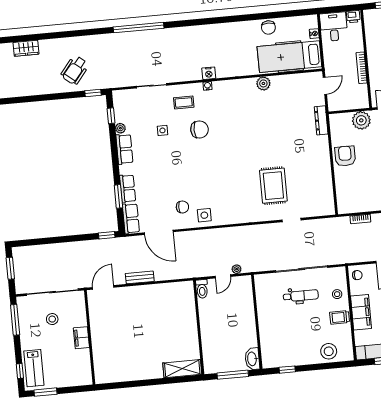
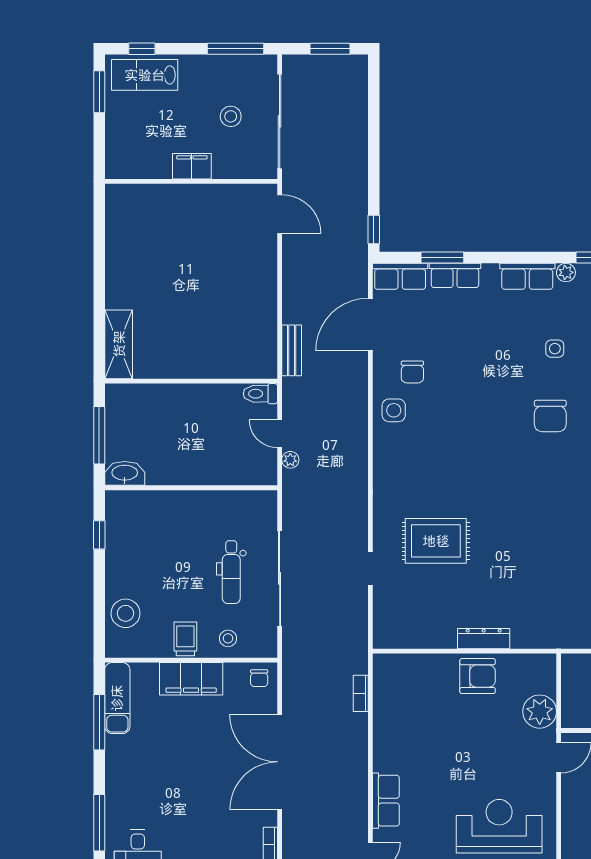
dresser: (321, 120) -> (484, 639), moved
bench: (140, 277) -> (292, 350), moved

